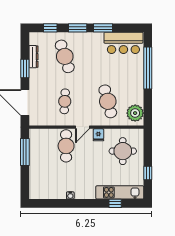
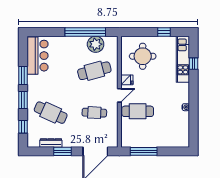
cafe table: (65, 56) -> (51, 113), turned 42
window: (148, 68) -> (85, 32), moved
plant: (135, 113) -> (96, 44), moved
door: (83, 127) -> (119, 95), hinge flipped

